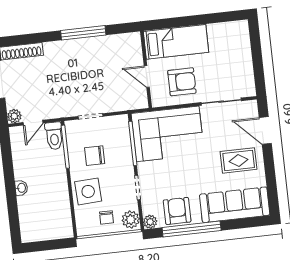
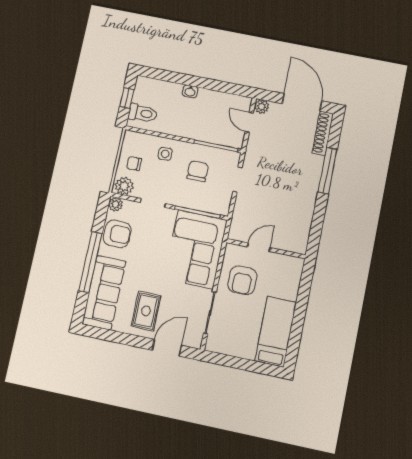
window: (83, 33) -> (328, 171), moved
bed: (176, 42) -> (276, 332), moved, turned 180
toilet: (54, 136) -> (143, 113), moved, turned 180
side table: (88, 191) -> (165, 154), width x0.54, depth x0.54
window: (192, 229) -> (90, 262), moved
window: (47, 245) -> (127, 98), added

